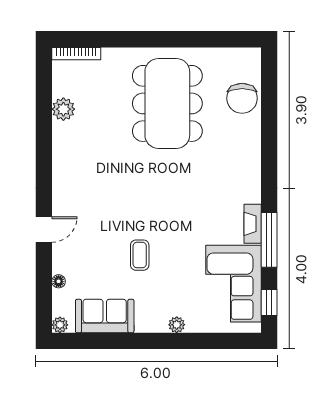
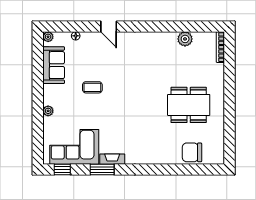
dining table: (167, 103) -> (189, 105), width x0.73, depth x0.80
window: (269, 240) -> (102, 170), width x0.69

